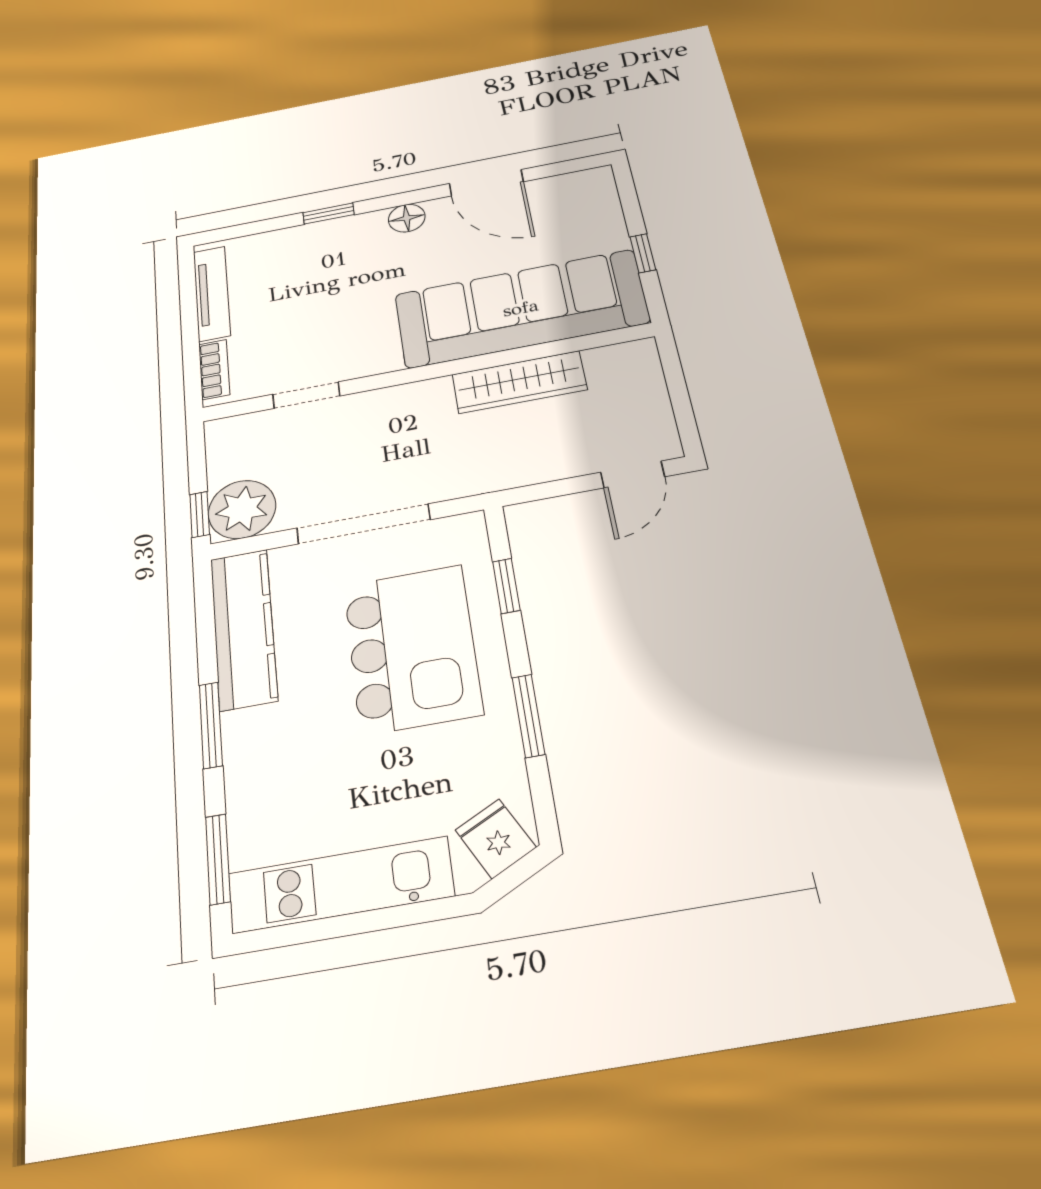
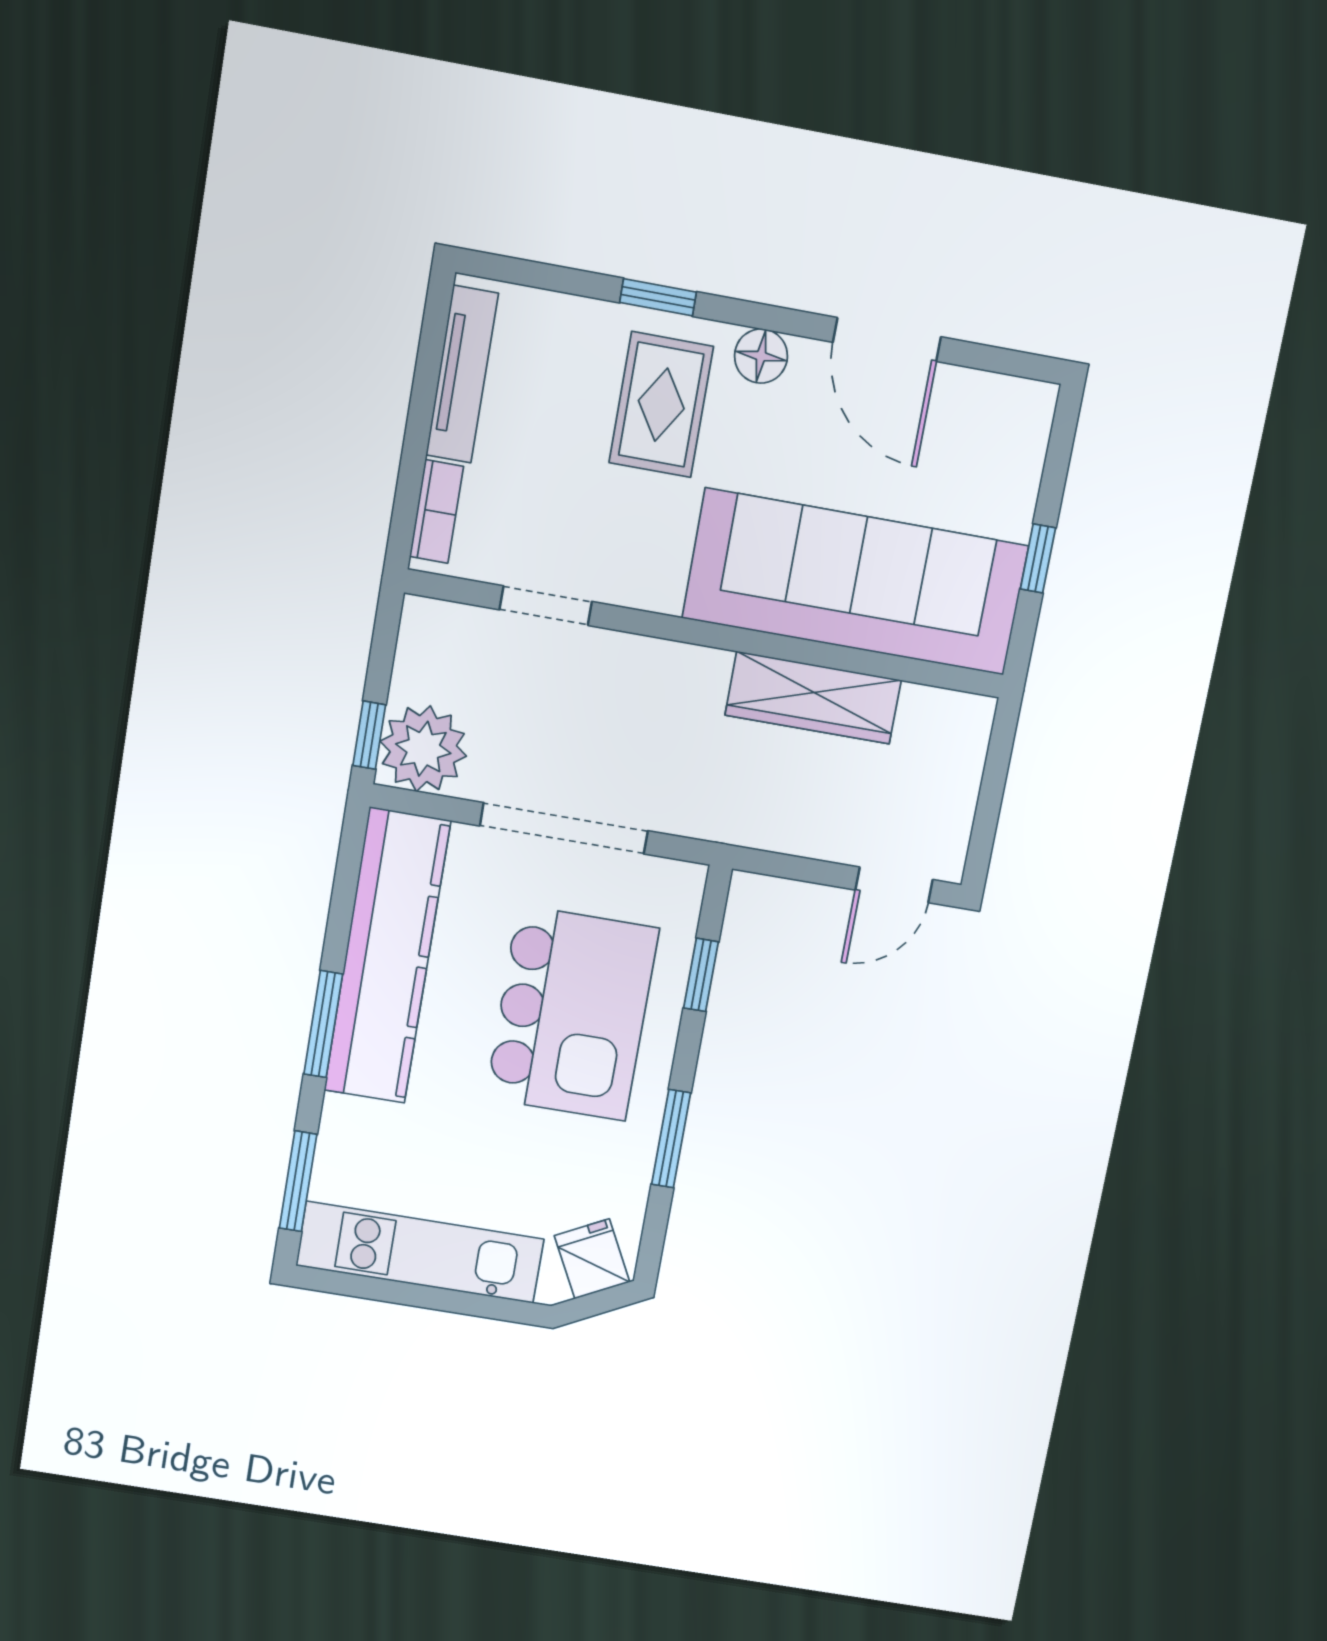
rug: (350, 264) -> (661, 405), added
kitchen counter: (244, 628) -> (387, 956), width x1.39, depth x1.17

